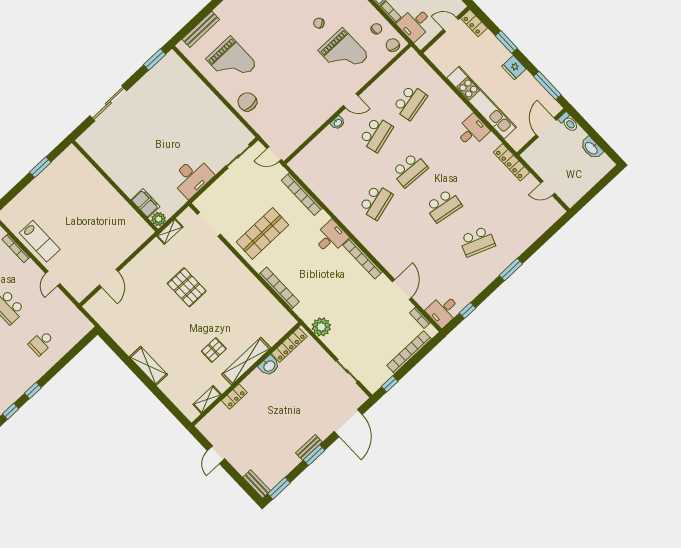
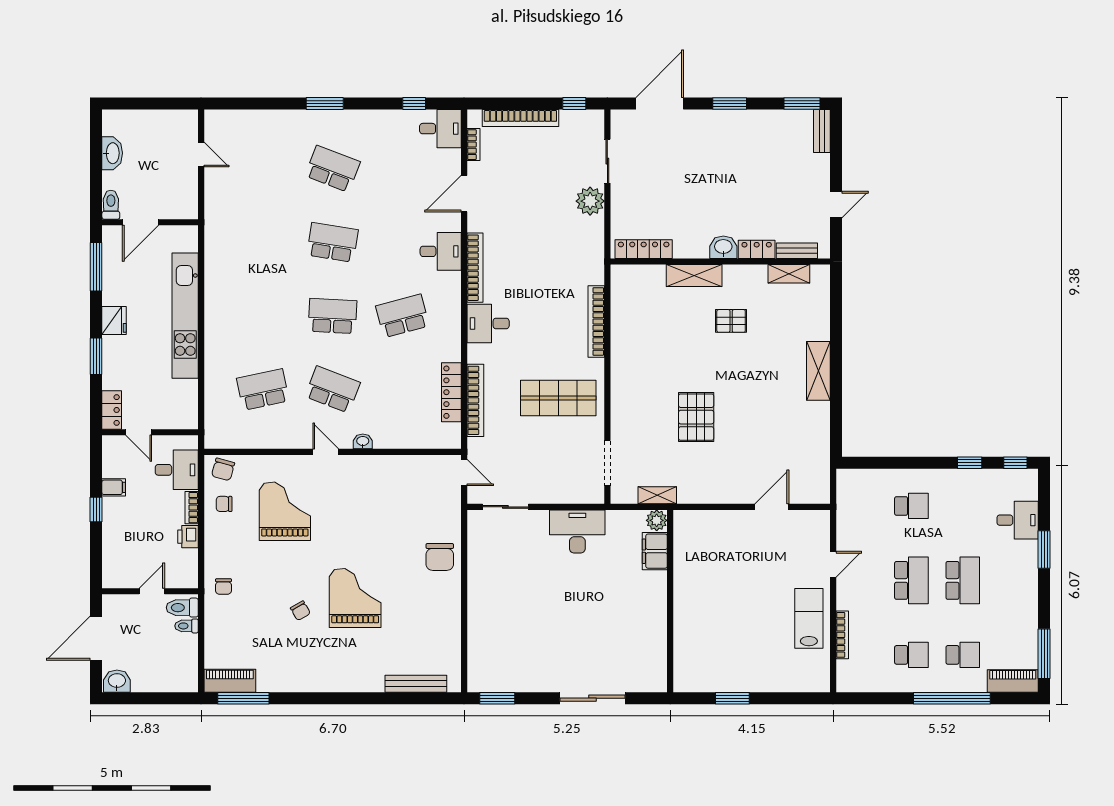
chair: (319, 23) -> (300, 611), moved
grand piano: (231, 62) -> (355, 598), moved
desk: (472, 131) -> (441, 251), moved, turned 180
school desk: (376, 134) -> (333, 389), turned 36
locker: (512, 162) -> (451, 392), moved, turned 180
plant: (321, 327) -> (590, 201), moved
shelving: (246, 361) -> (694, 276), width x0.68
washbasin: (269, 366) -> (723, 247), moved
bench: (309, 447) -> (797, 251), moved

